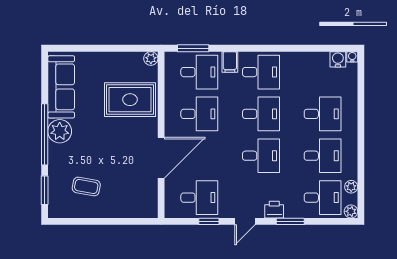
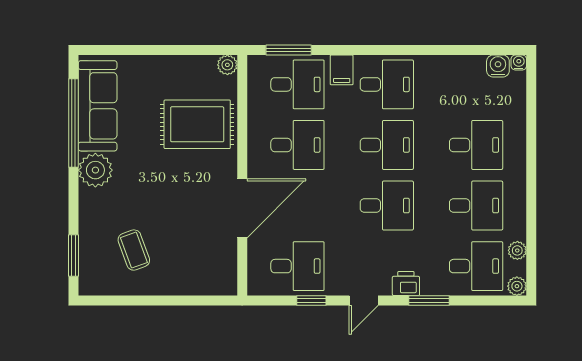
window: (45, 134) -> (74, 123), moved
coffee table: (86, 186) -> (134, 250), turned 60

